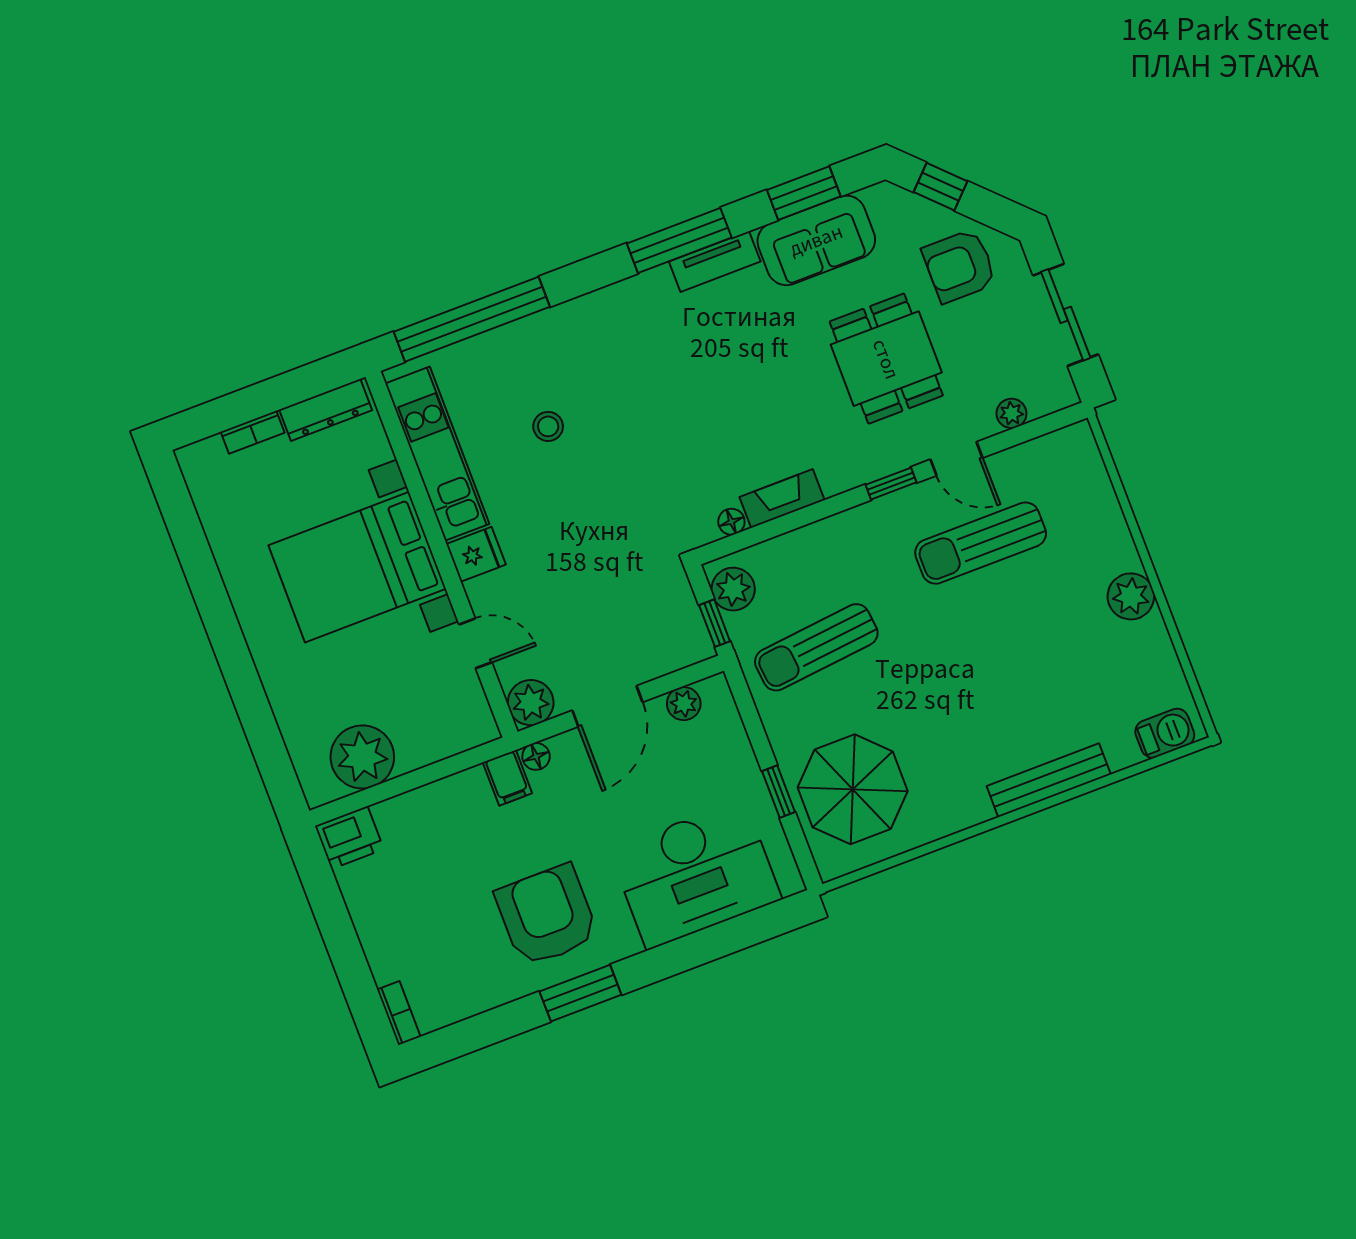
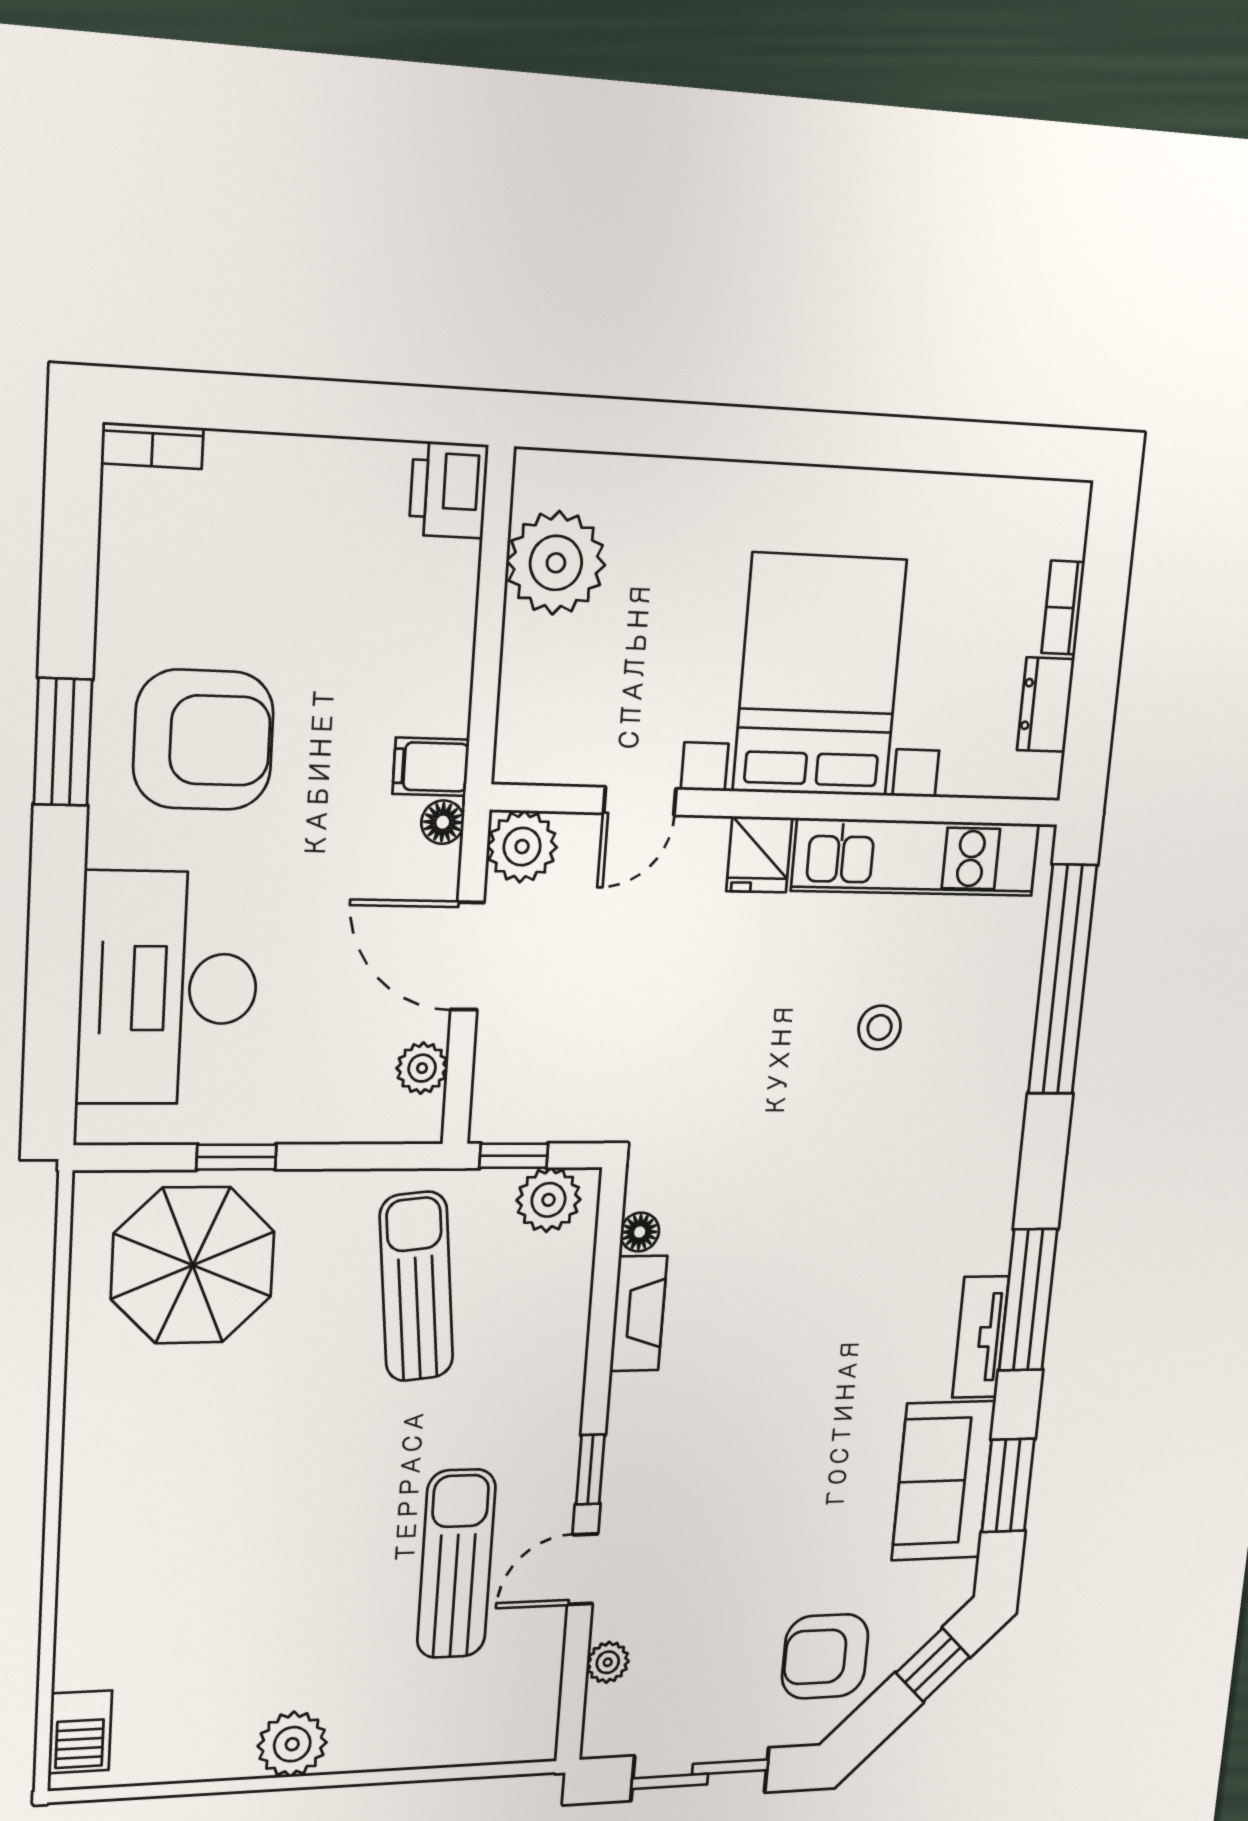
armchair: (959, 266) -> (825, 1656), turned -90
dining table: (886, 359) -> (754, 1520), removed
dresser: (326, 410) -> (1046, 705), width x0.70
bench: (1049, 780) -> (84, 1549), removed

